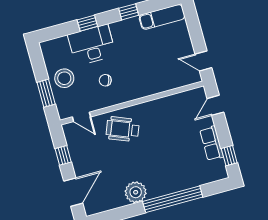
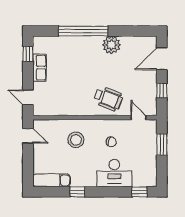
window: (87, 23) -> (139, 192), moved
stool: (64, 78) -> (76, 140), moved
door: (215, 105) -> (28, 97), swing flipped

